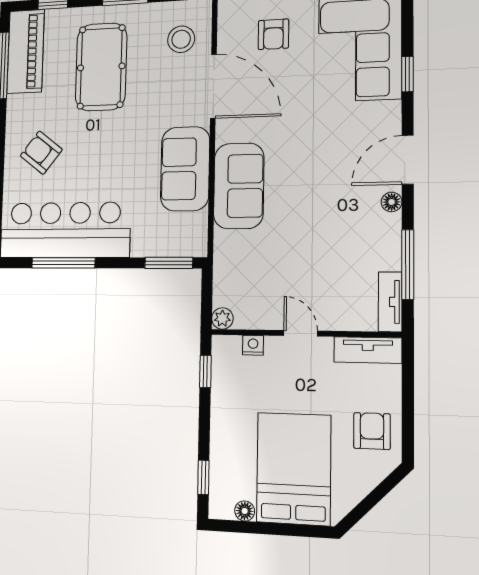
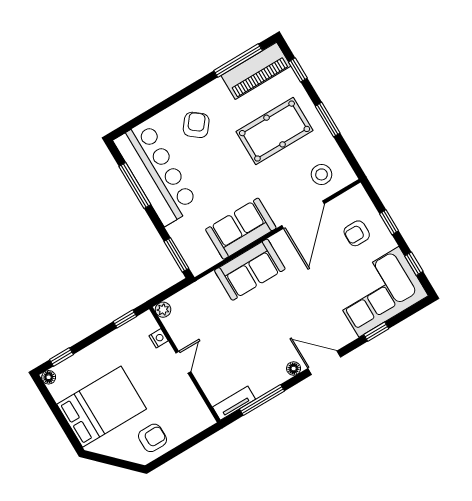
tv unit: (368, 350) -> (198, 407), removed
floor lamp: (245, 511) -> (49, 377), moved

